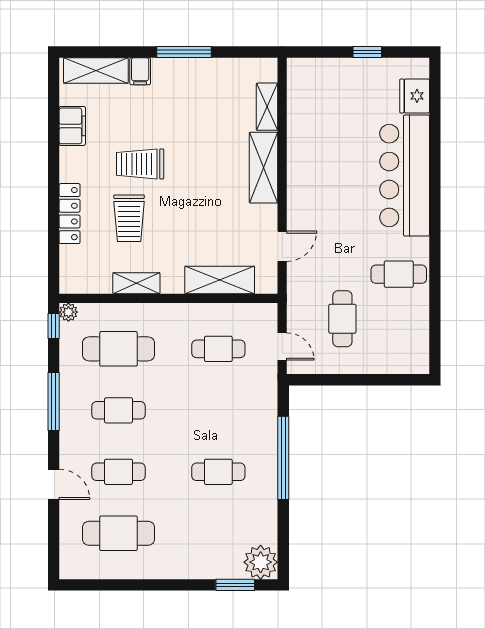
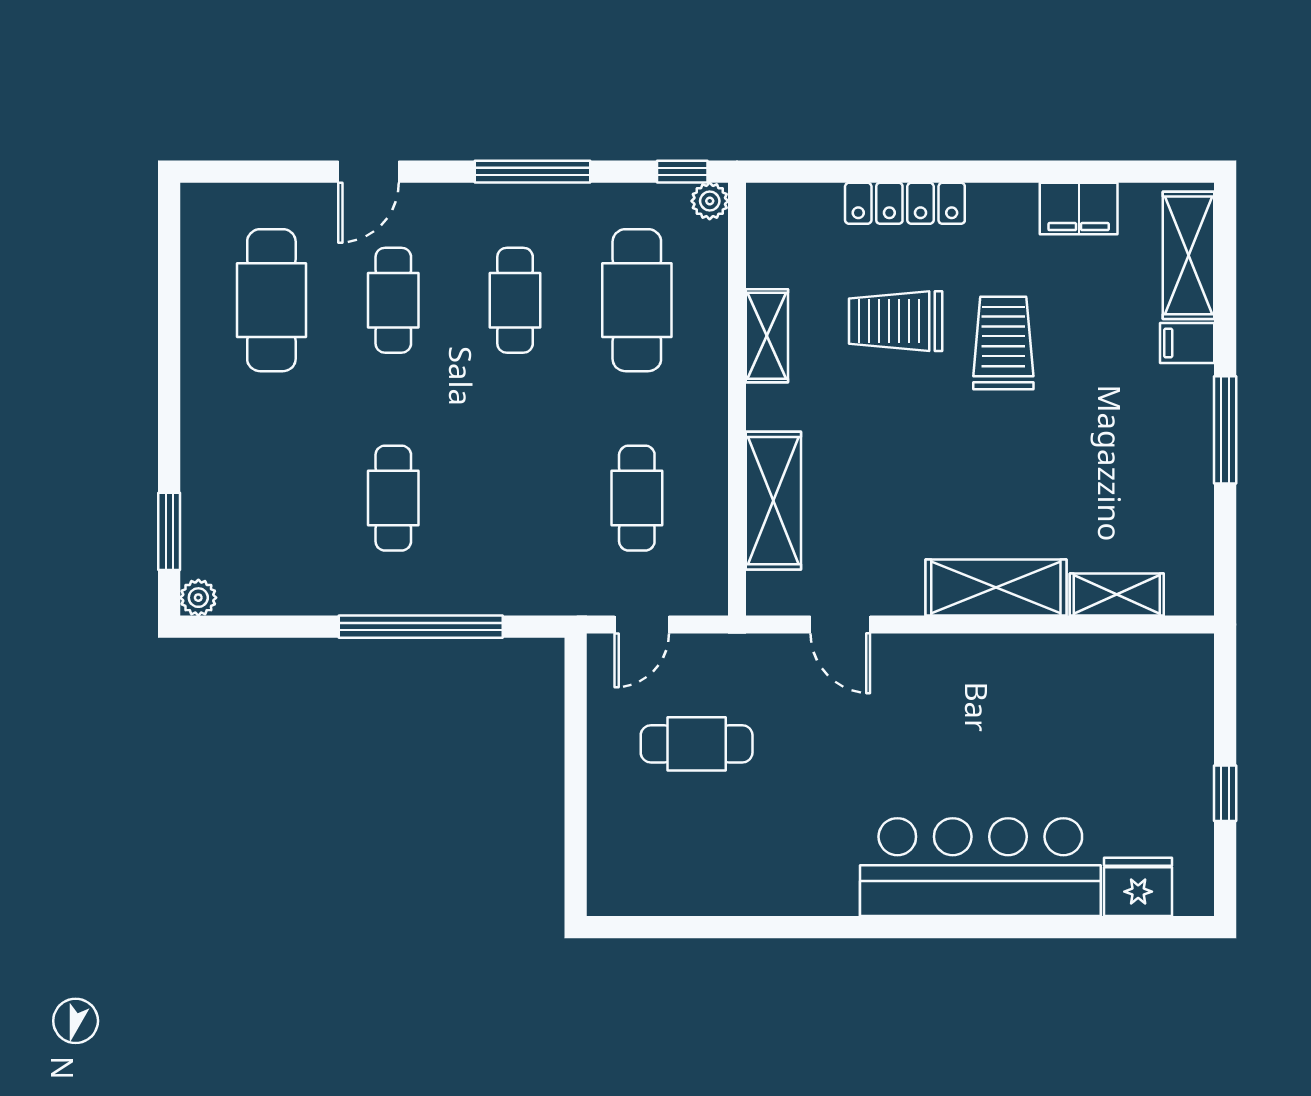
cafe table: (399, 274) -> (785, 856), removed
plant: (261, 562) -> (198, 598), width x0.53, depth x0.53

